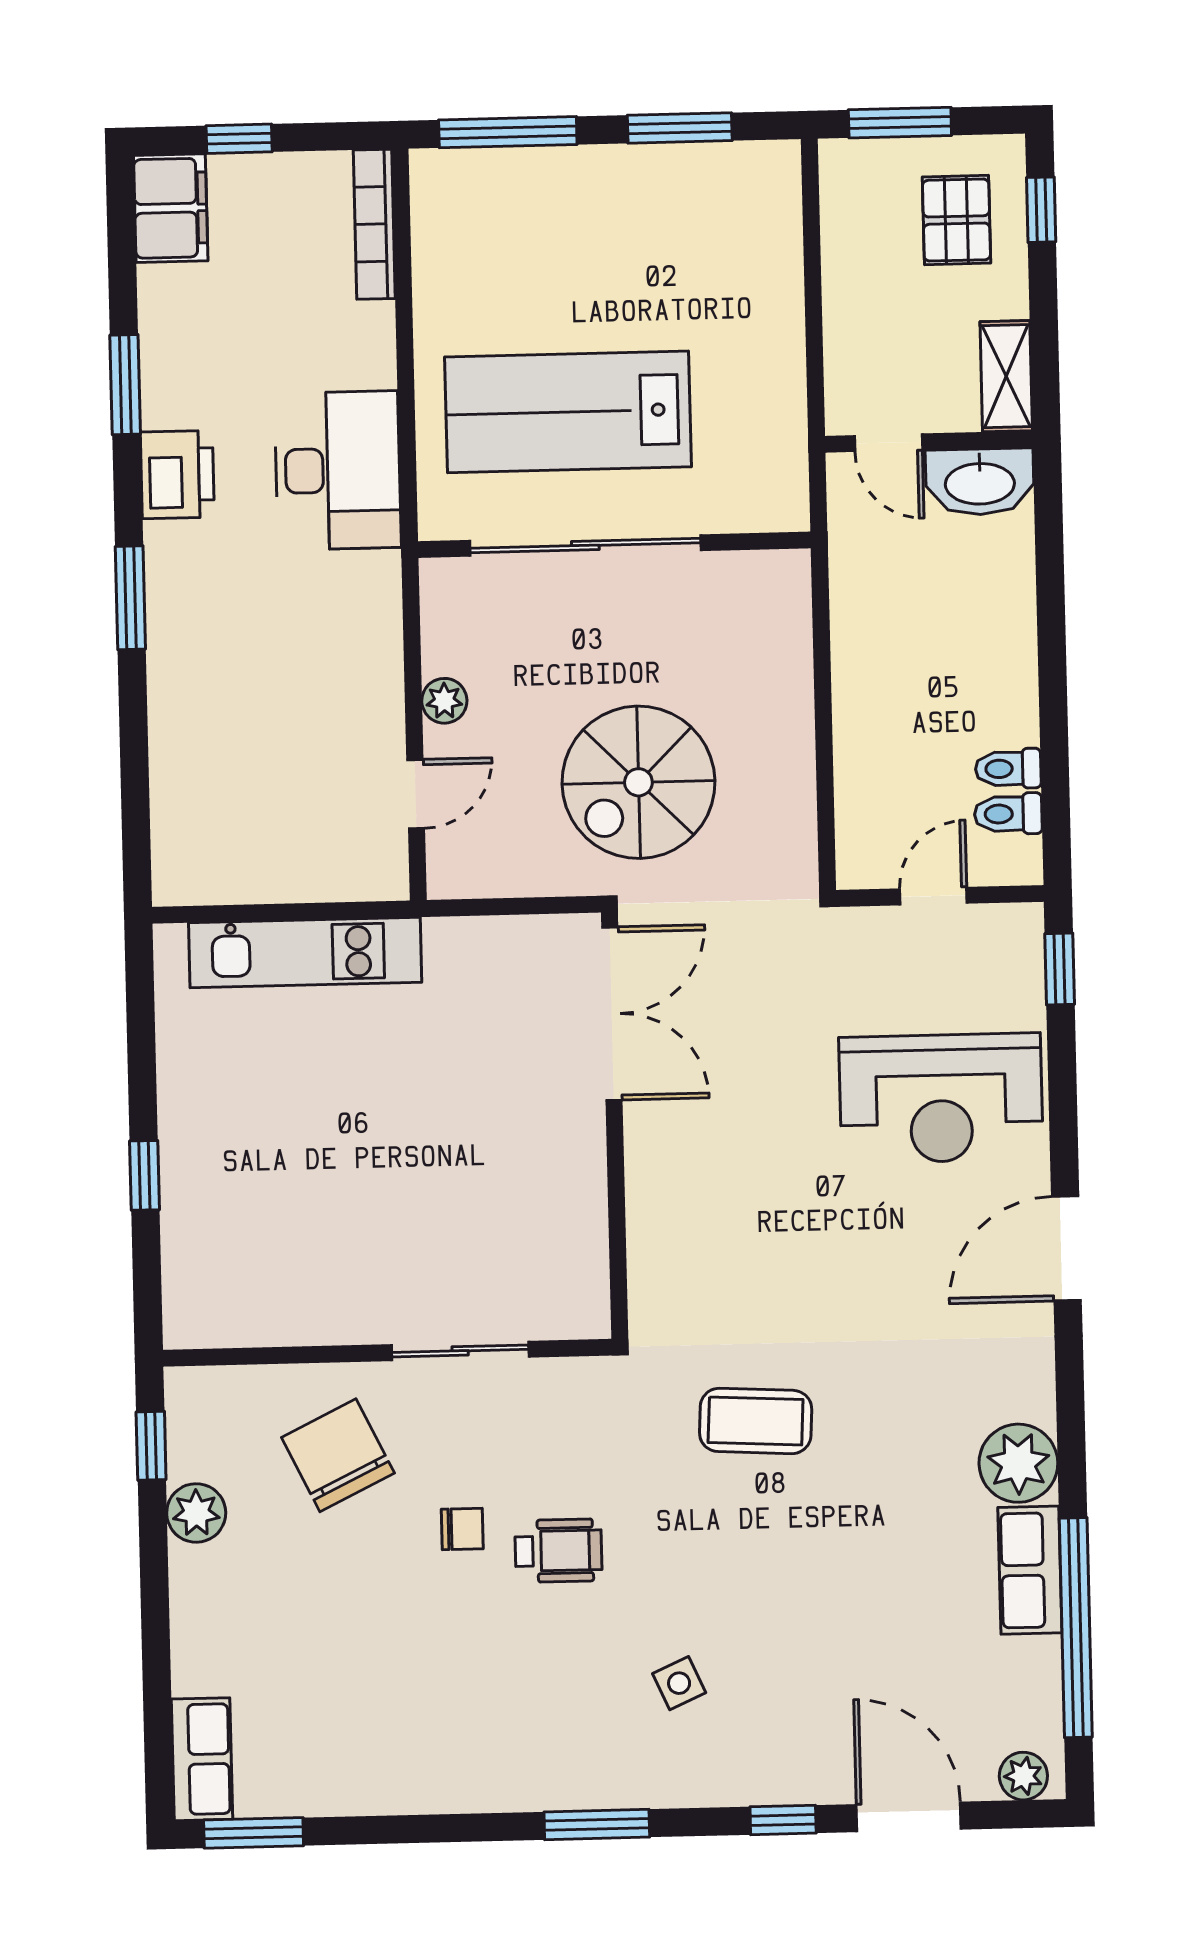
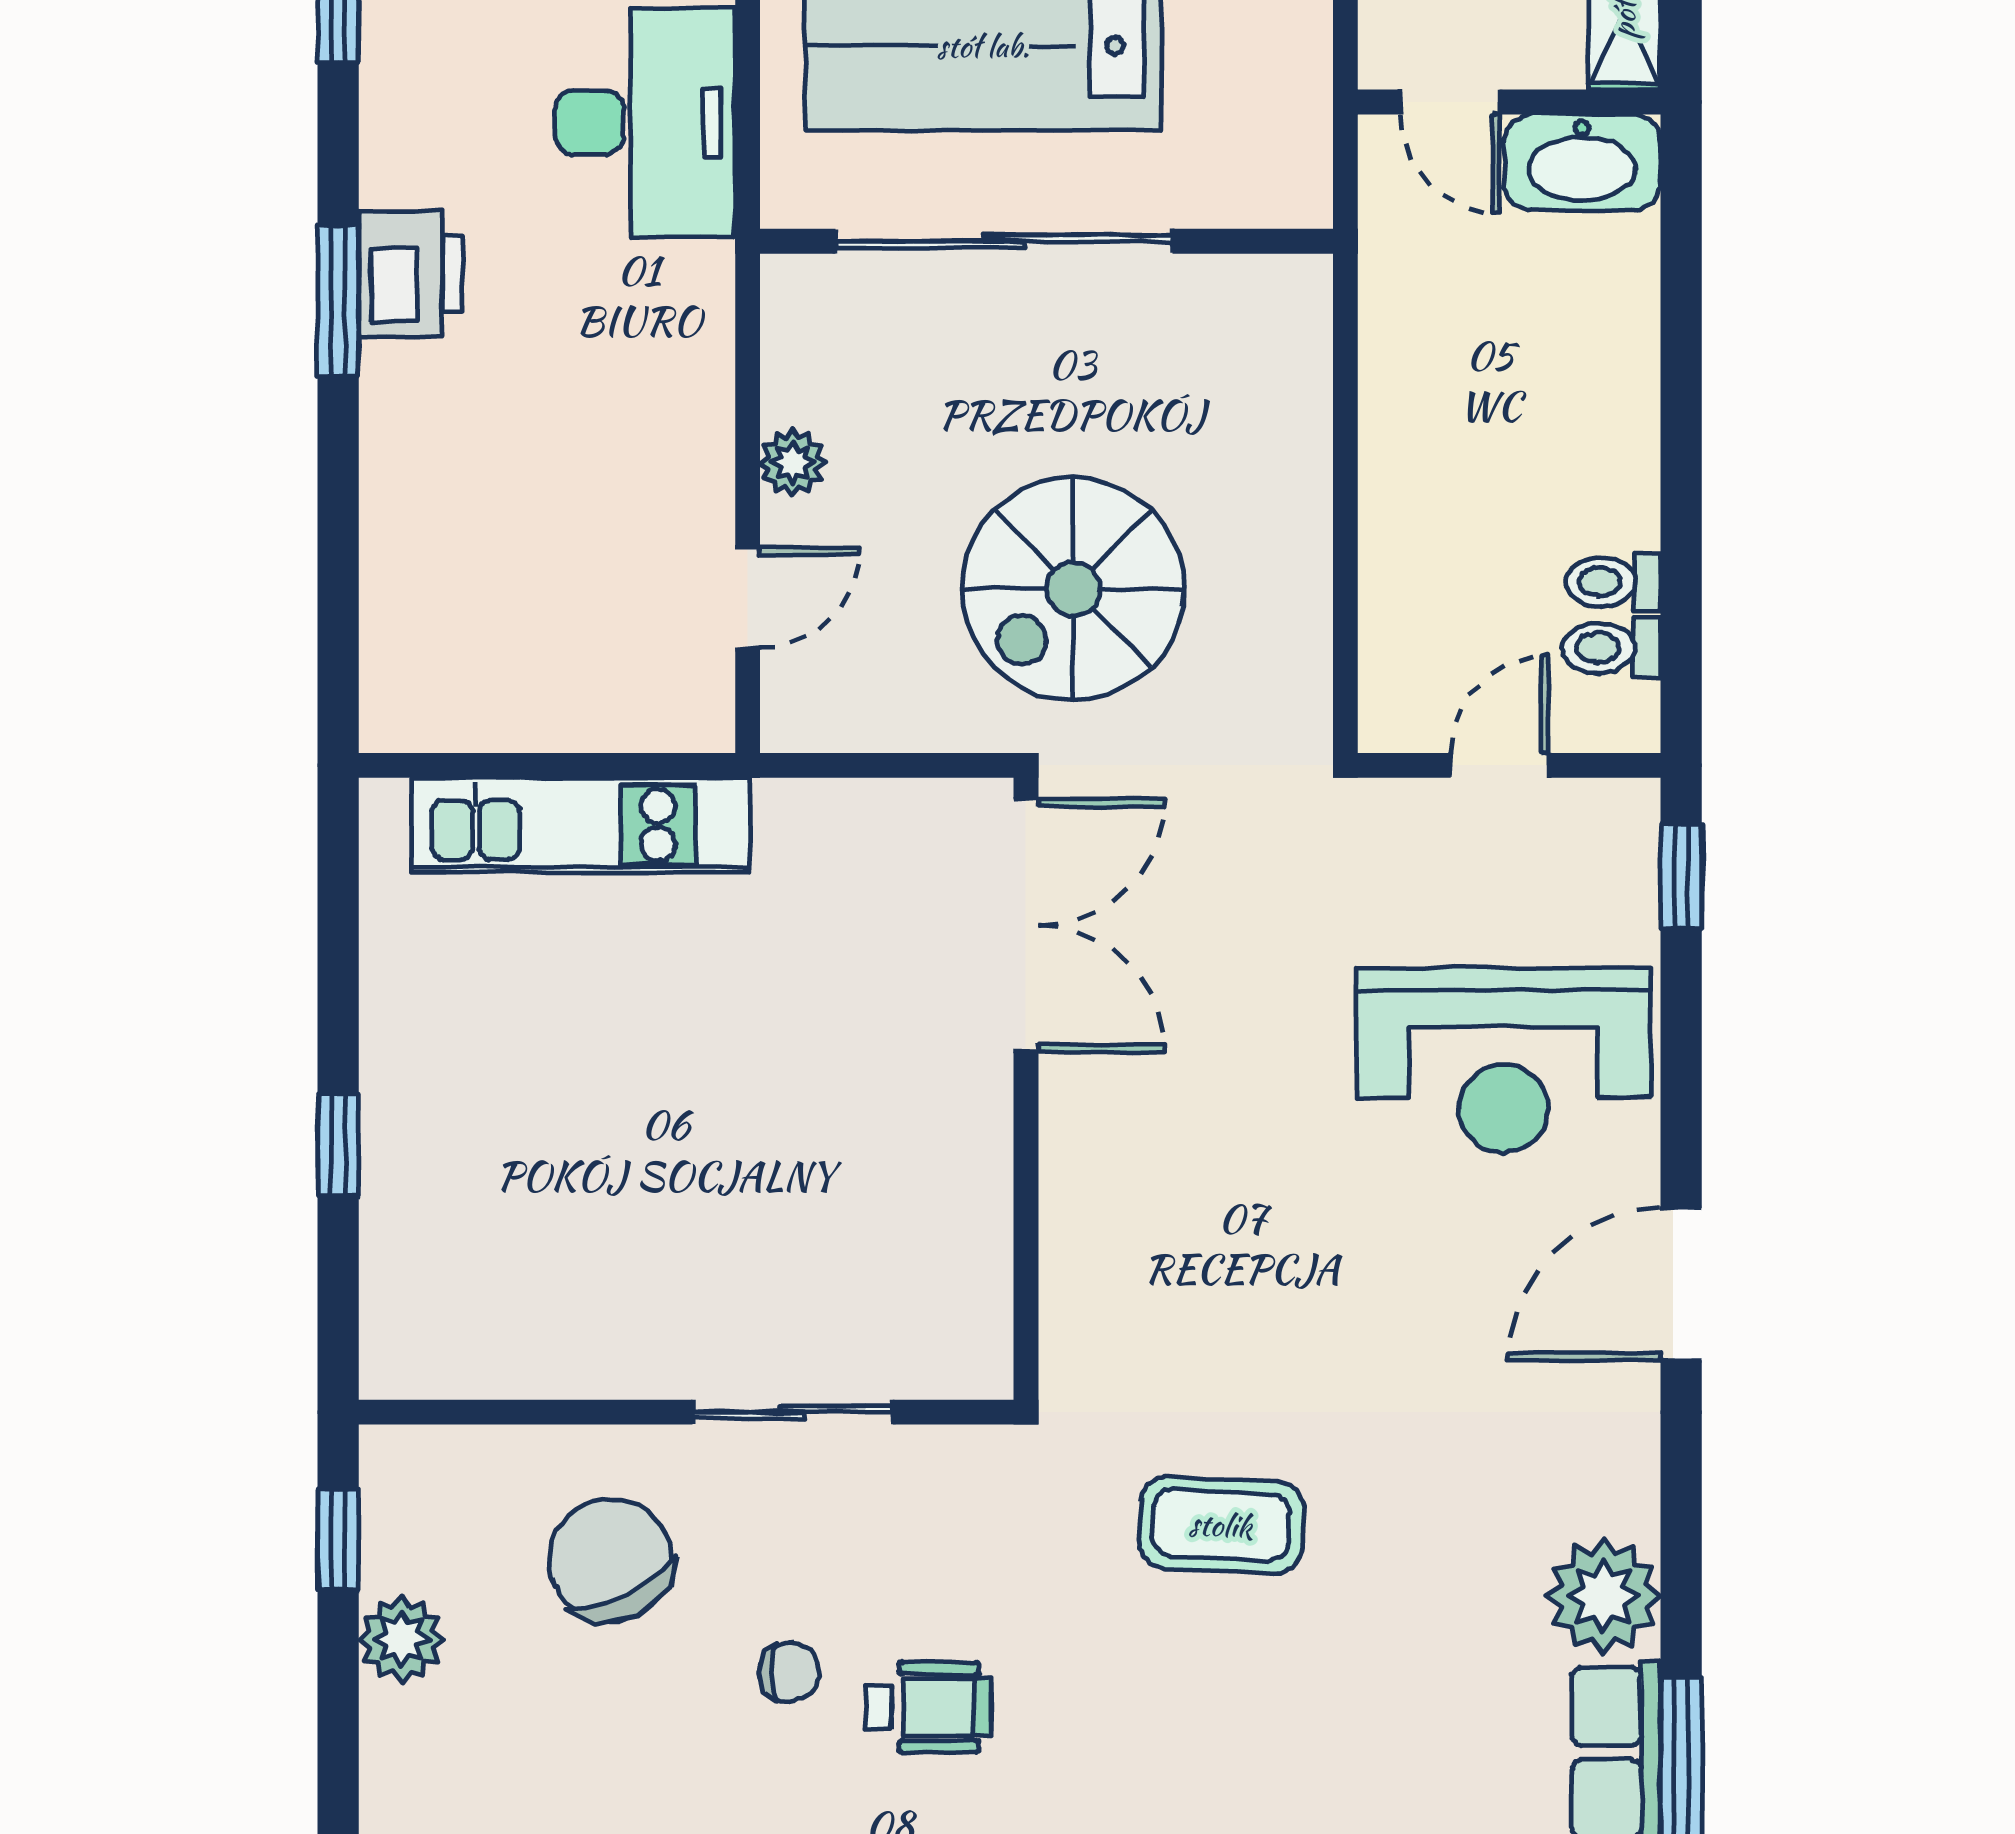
printer: (177, 475) -> (411, 274), moved

